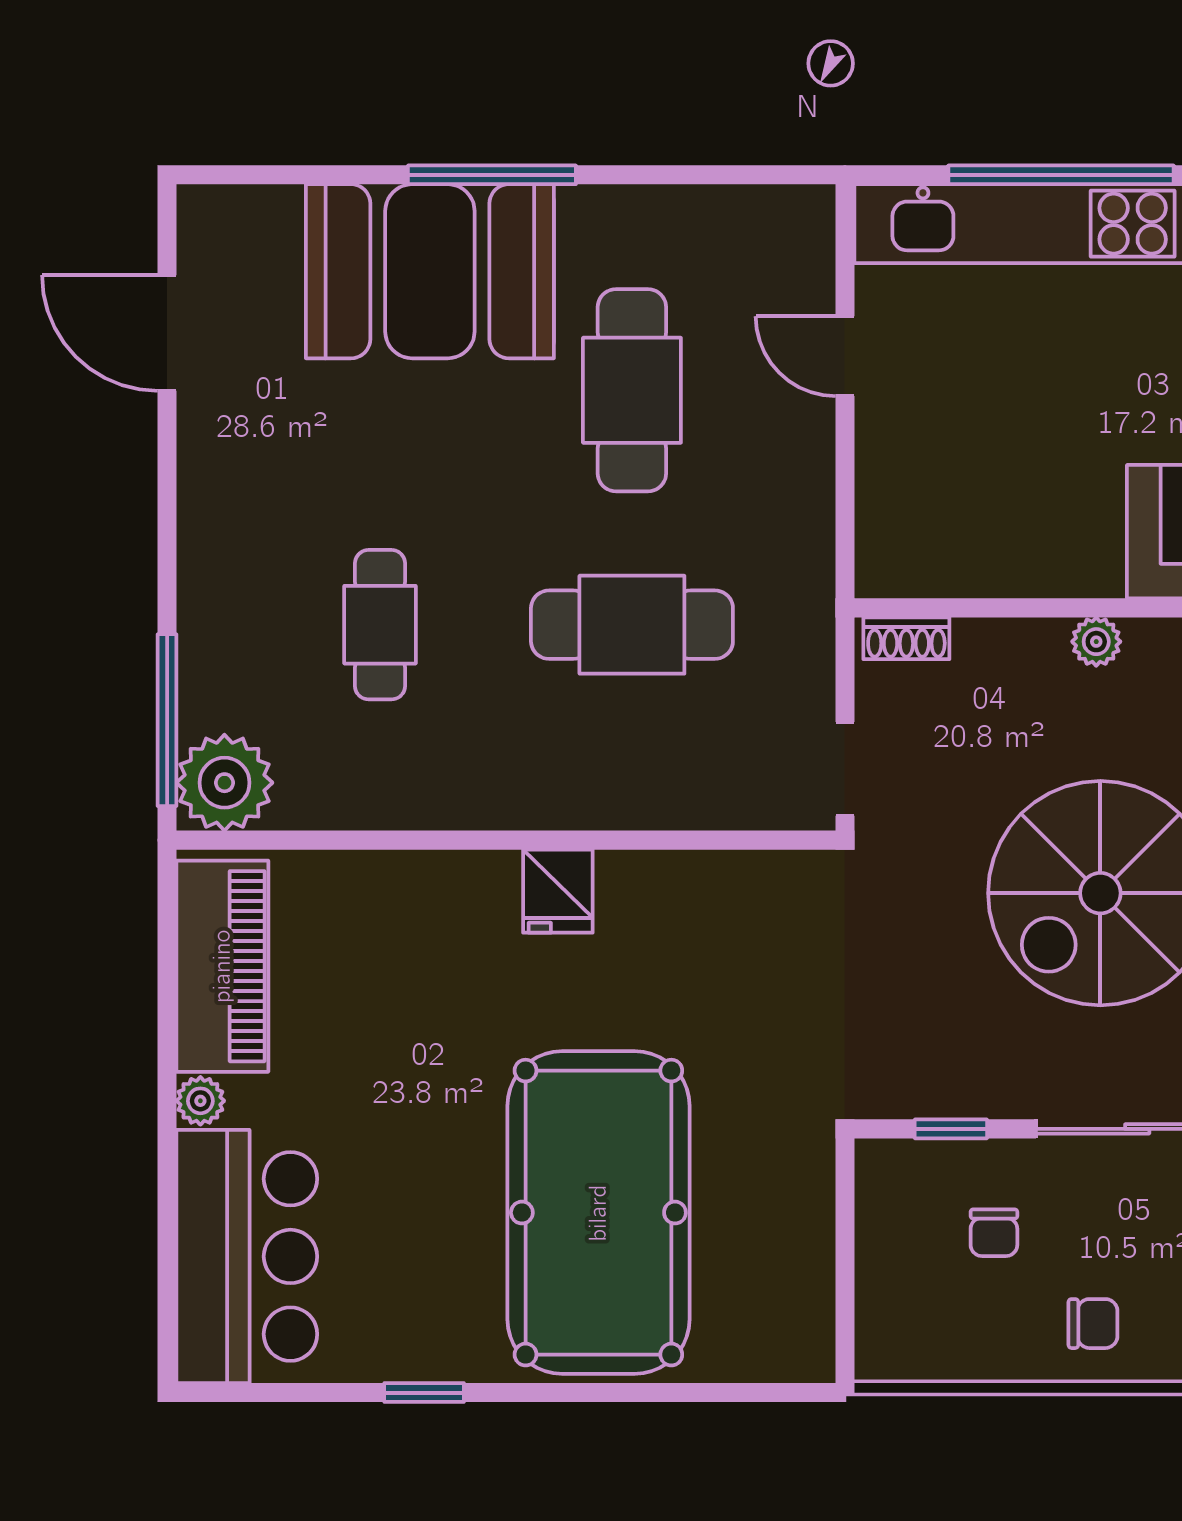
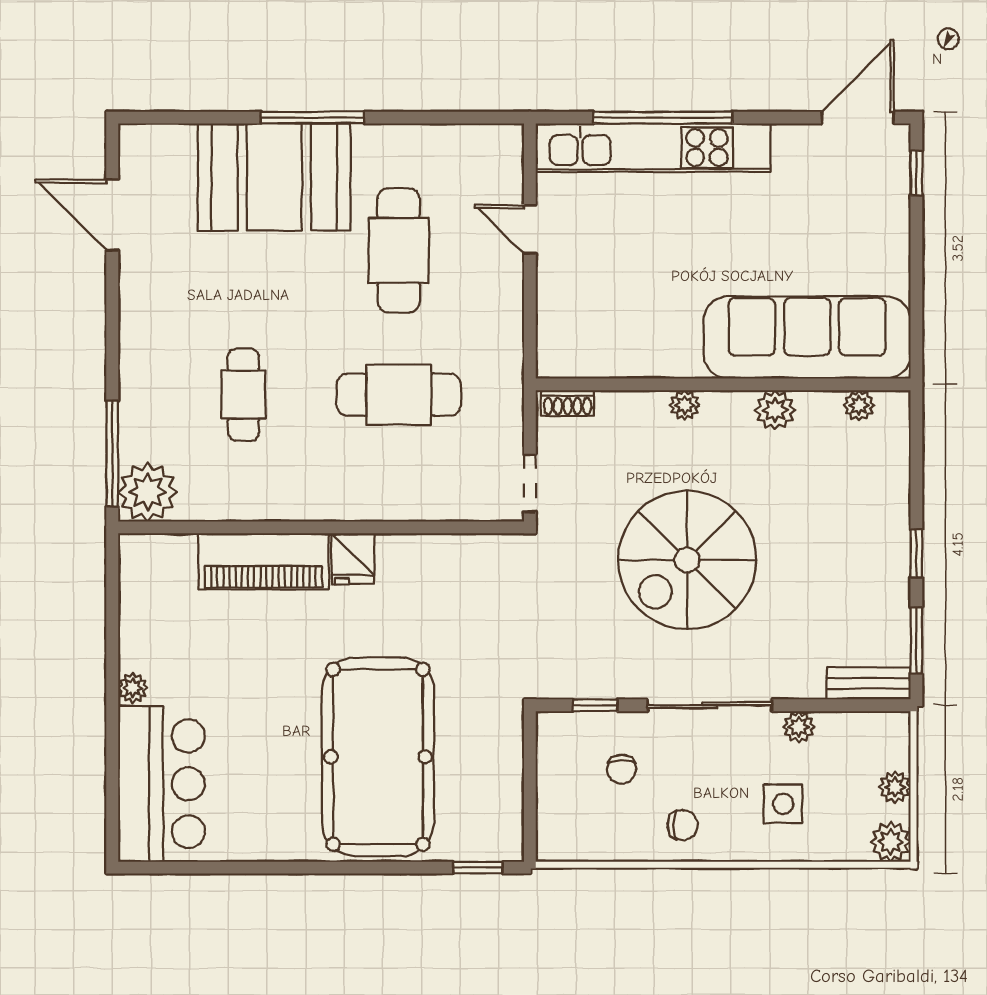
piano: (222, 966) -> (263, 561), moved, turned 90
window: (424, 1393) -> (478, 868), moved

